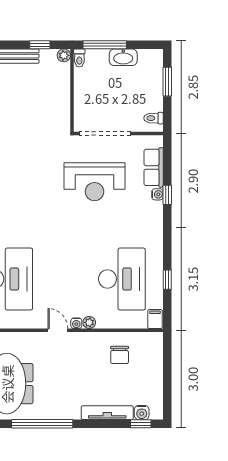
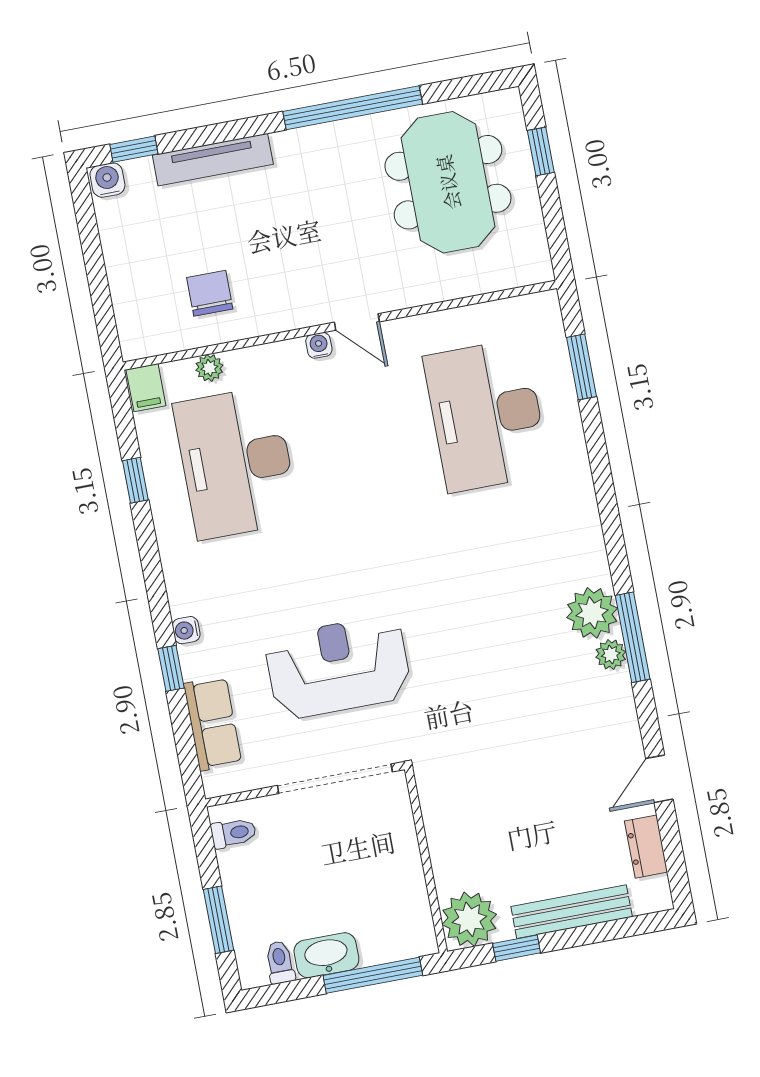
plant: (64, 55) -> (469, 919), width x1.87, depth x1.87
toilet: (79, 58) -> (280, 962), moved
water cooler: (157, 194) -> (186, 630), moved
plant: (89, 322) -> (209, 368), moved
water cooler: (142, 413) -> (107, 180), moved

